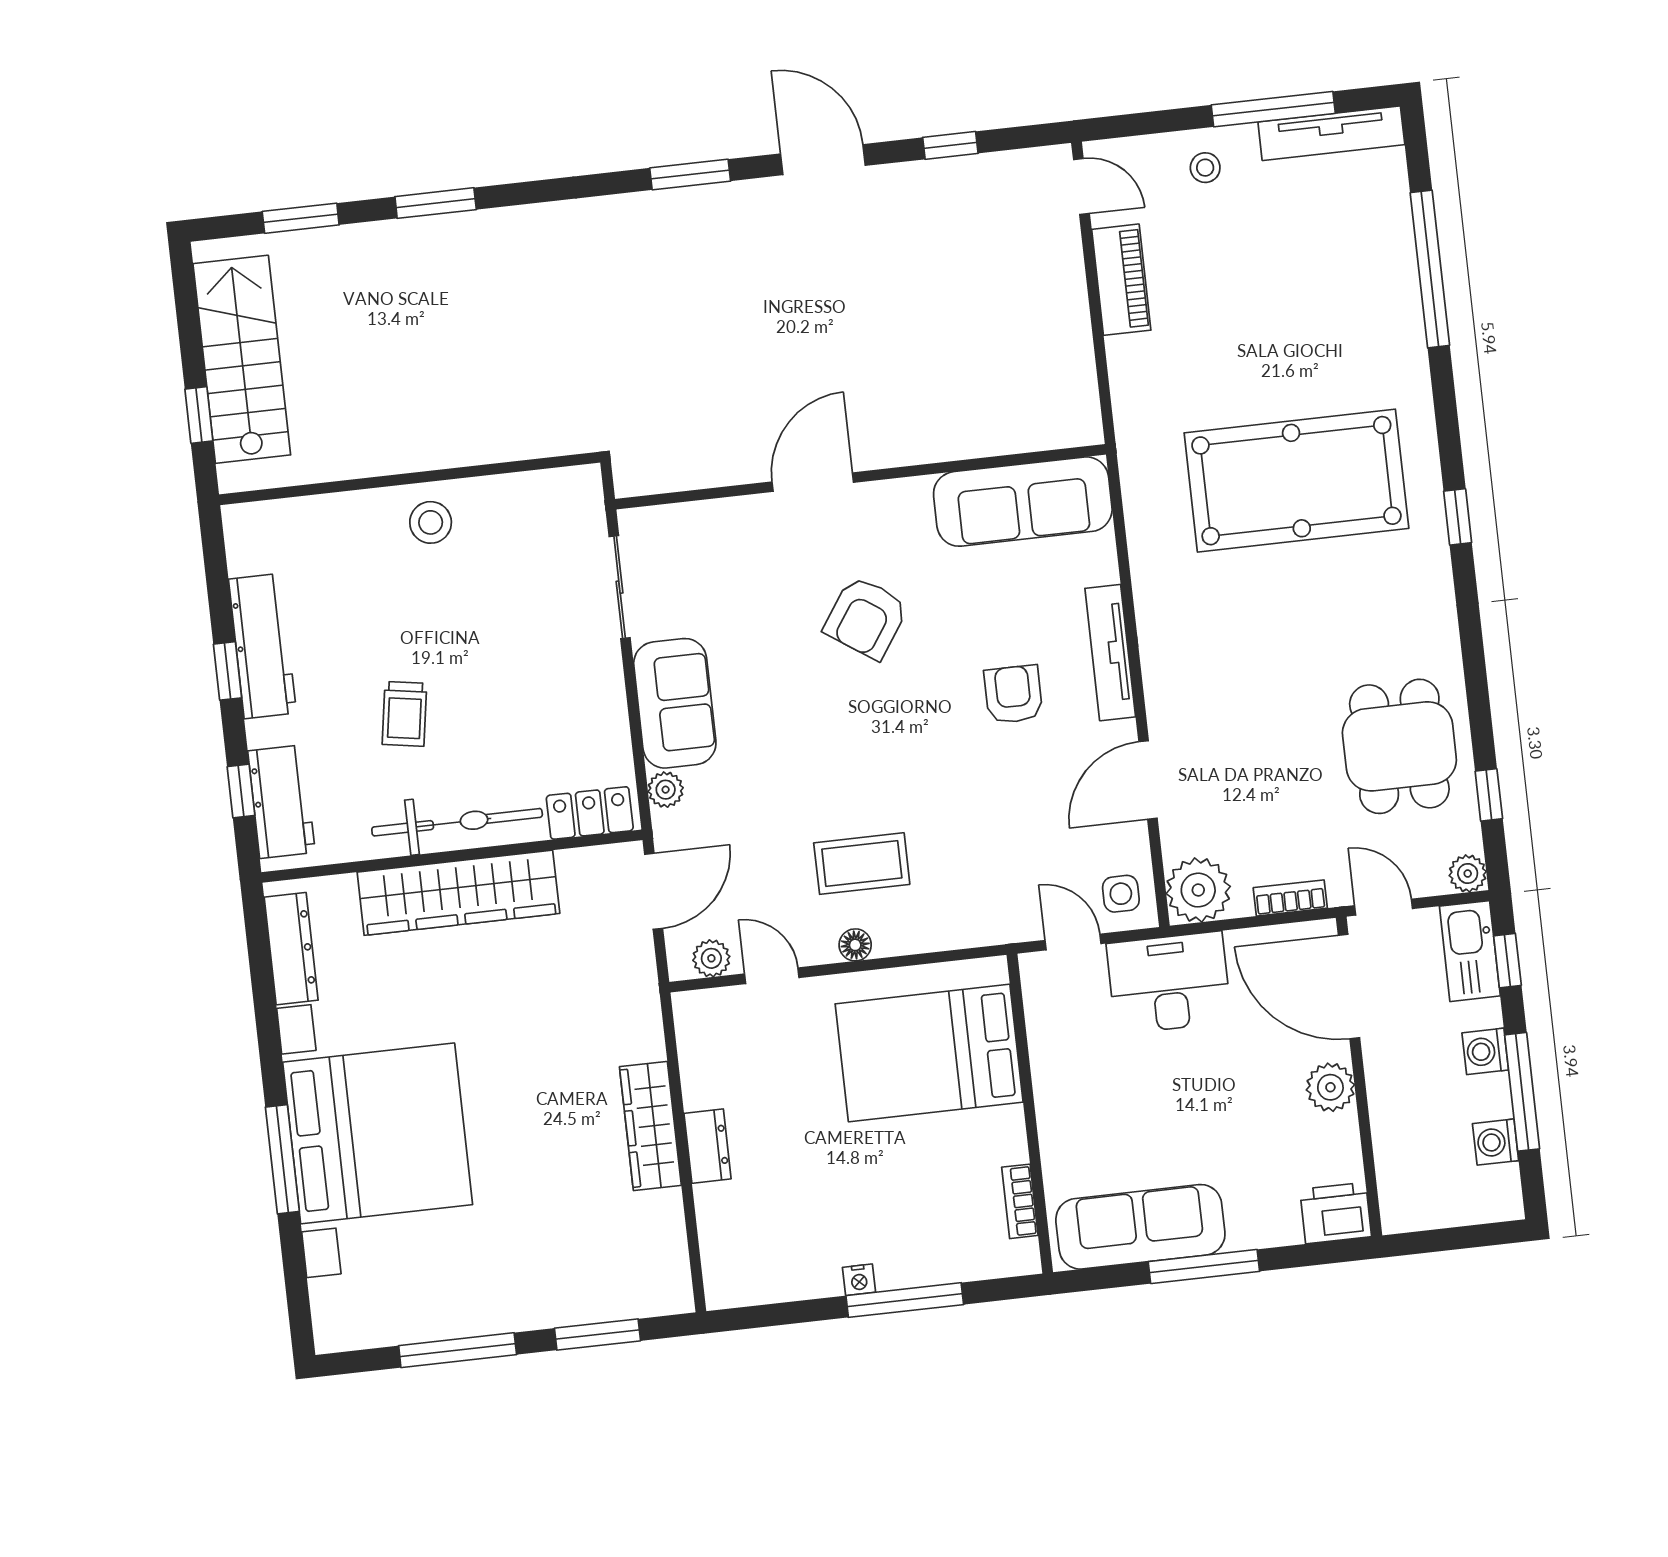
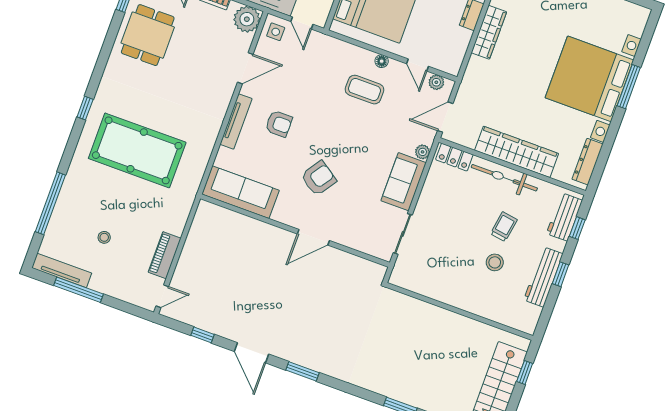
stool: (1205, 168) -> (104, 237), moved
door: (1081, 187) -> (162, 296), swing flipped
stool: (431, 522) -> (495, 262), moved
armchair: (1013, 694) -> (279, 124), turned -90

